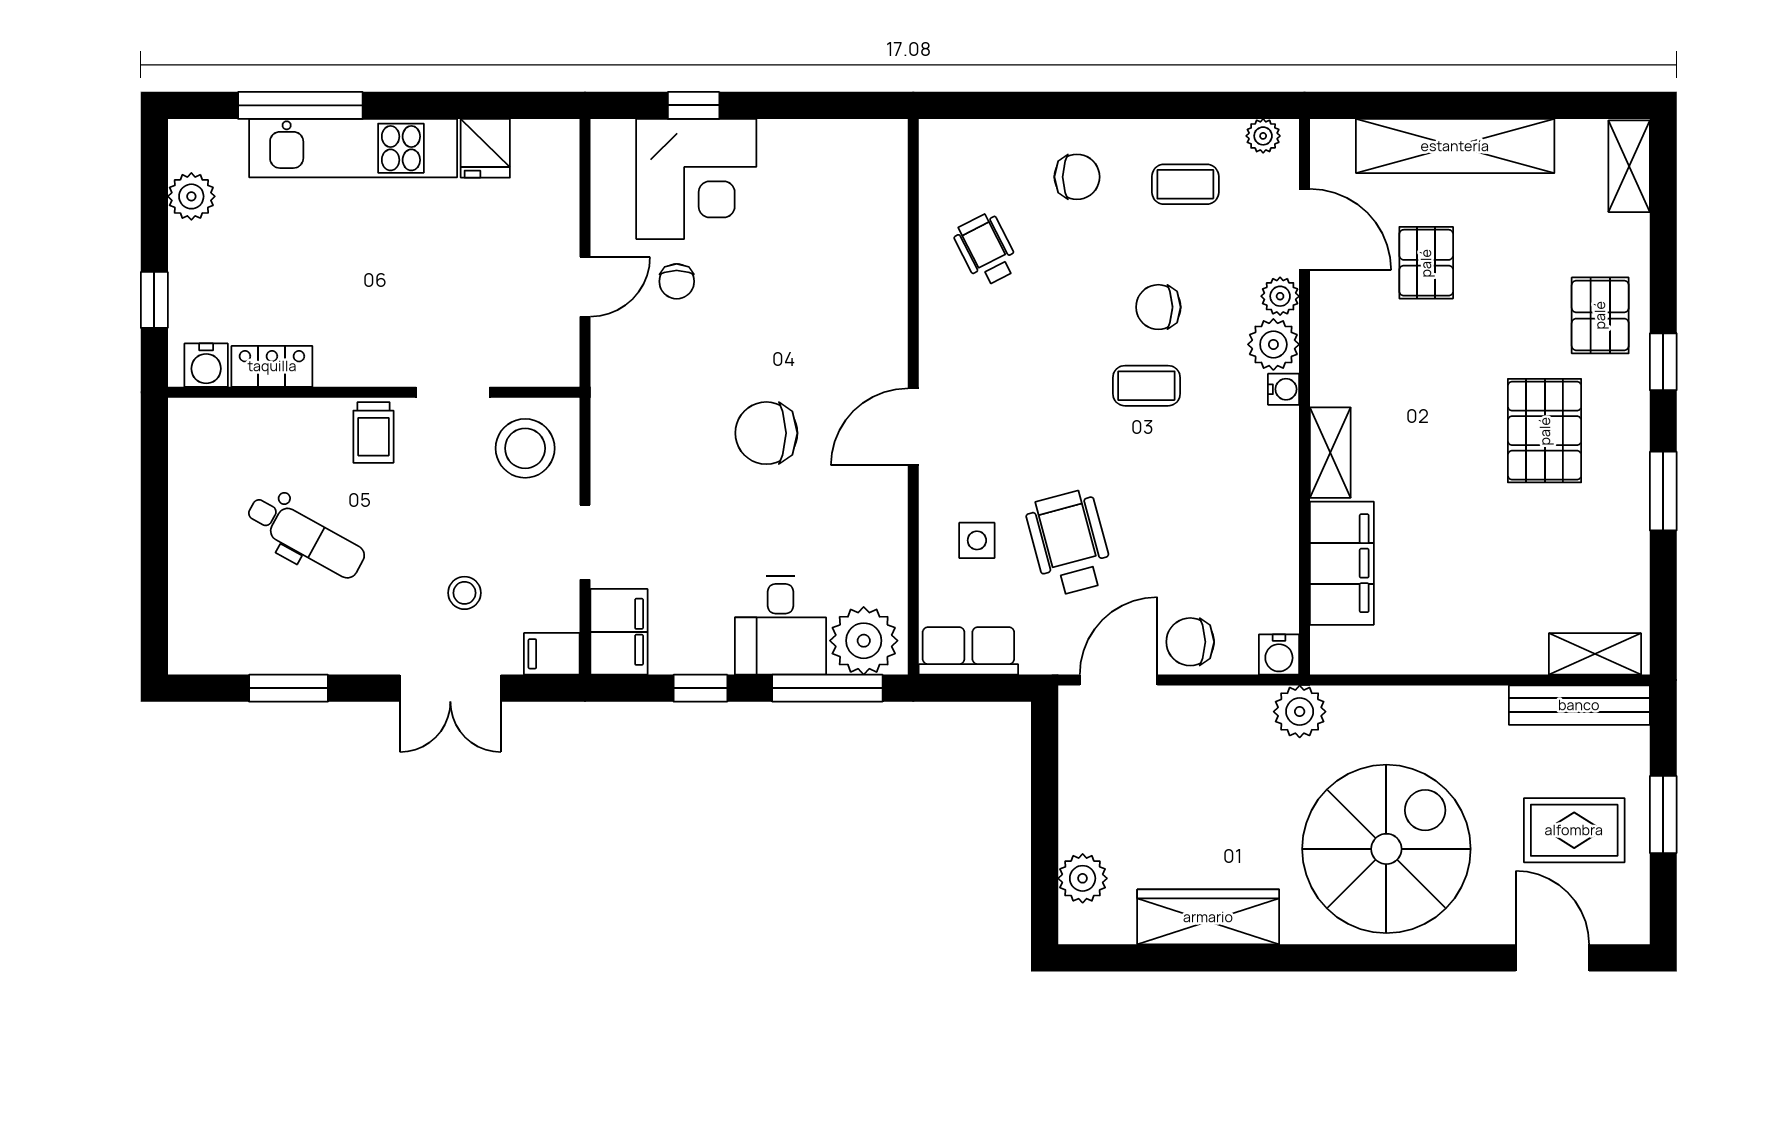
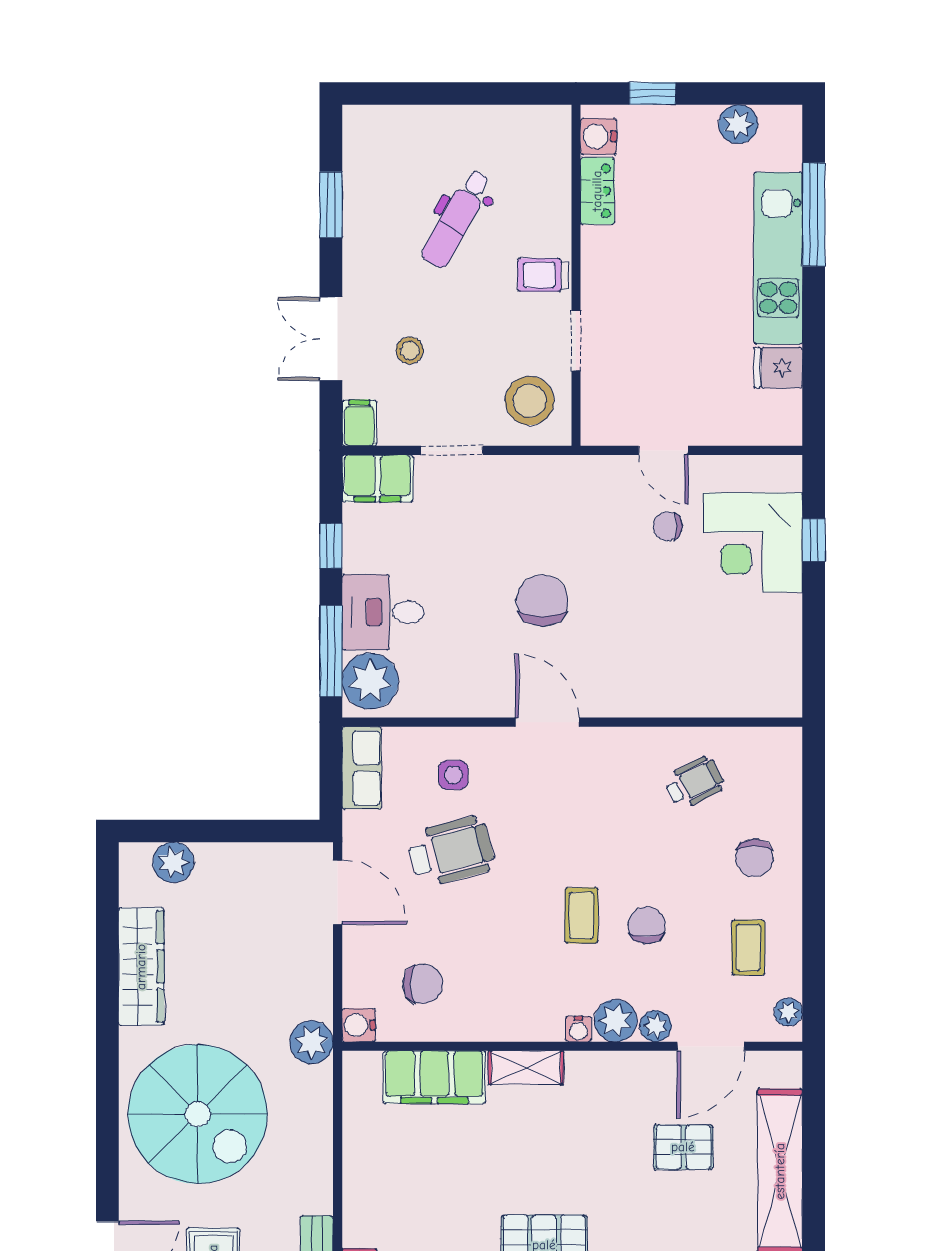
chair: (1190, 642) -> (423, 984), moved, turned 90

